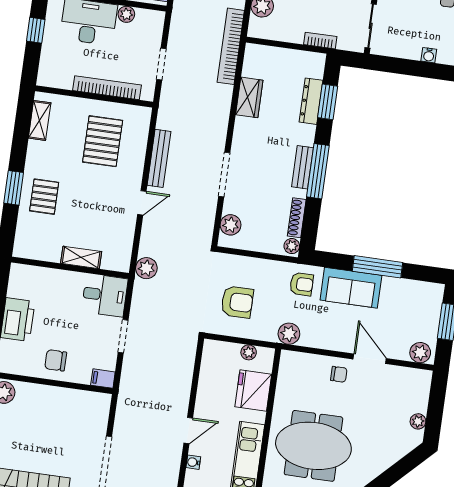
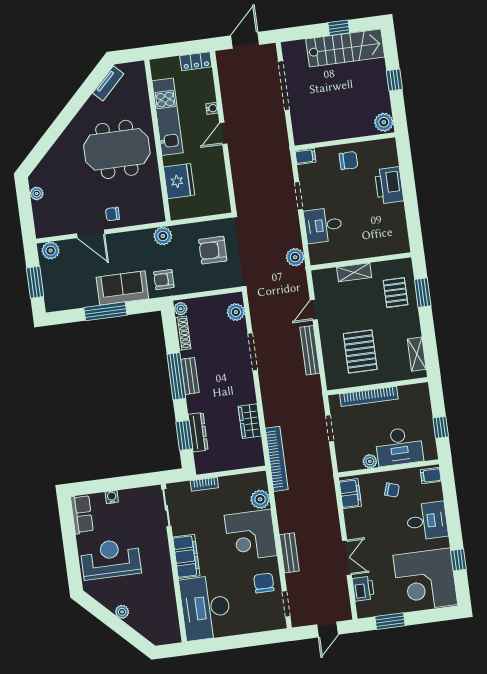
shelving: (81, 257) -> (354, 272), moved
wall: (70, 268) -> (361, 261), moved
plant: (249, 352) -> (192, 211), removed

